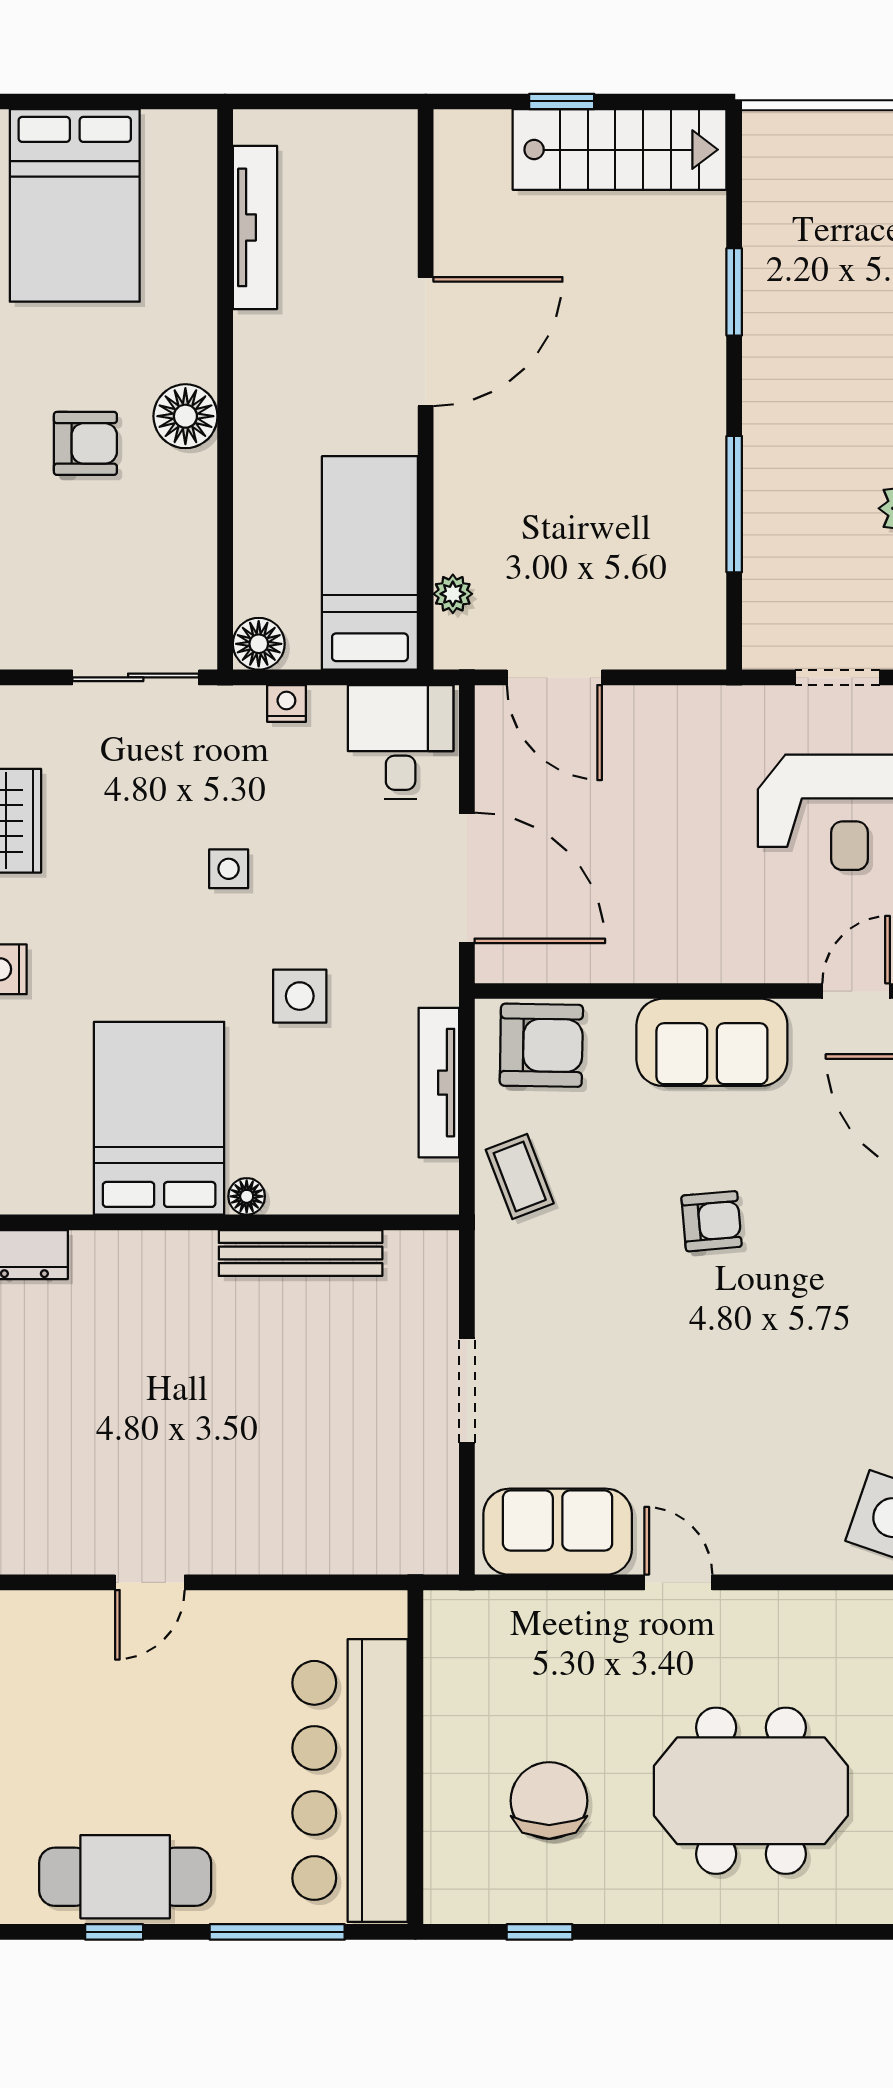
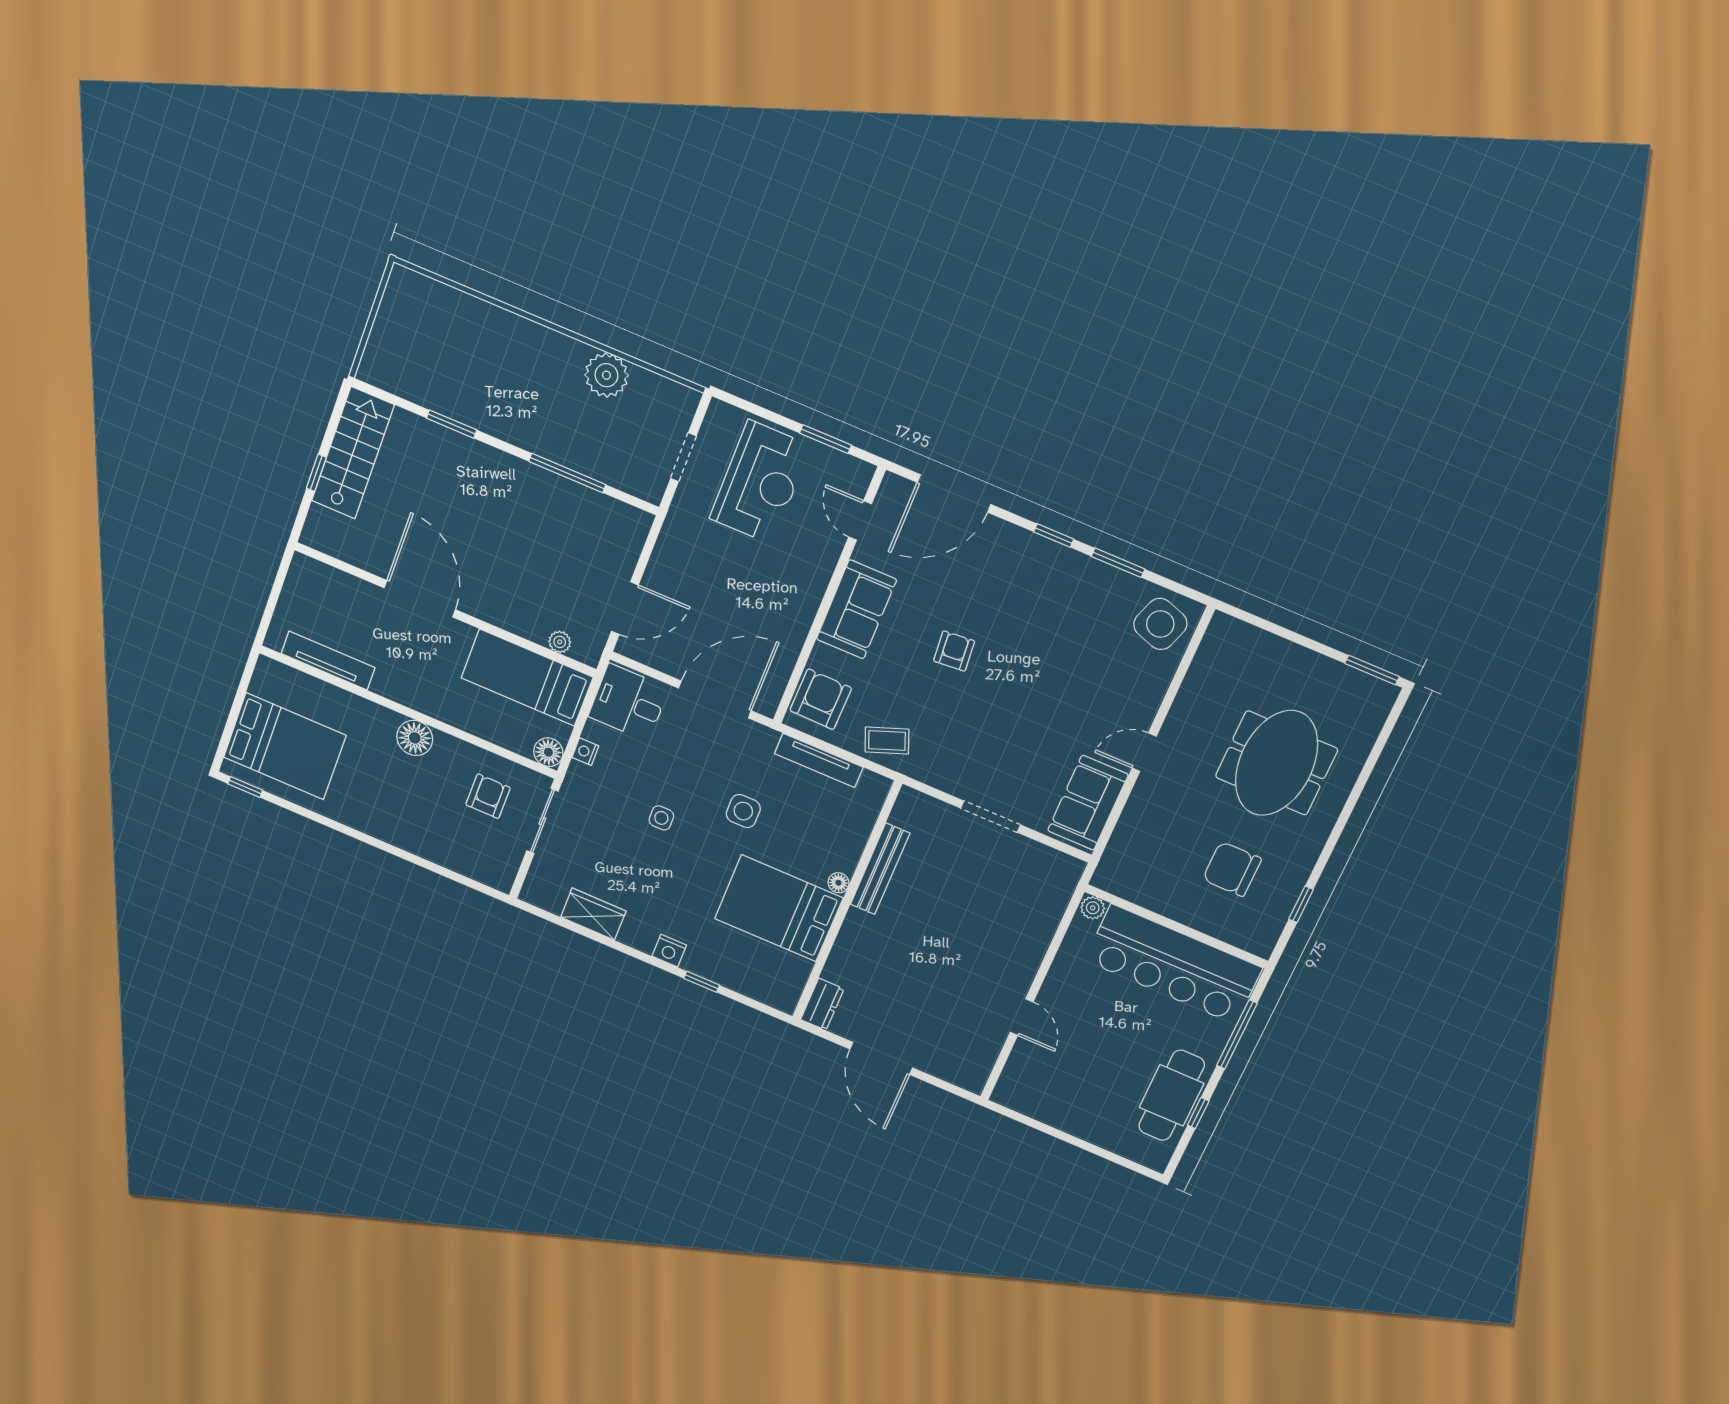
armchair: (85, 443) -> (488, 796), moved
plant: (387, 1614) -> (1093, 908), added

